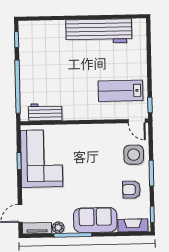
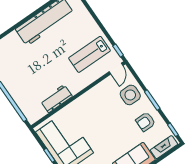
workbench: (45, 112) -> (56, 99), moved
door: (137, 121) -> (116, 69), hinge flipped

